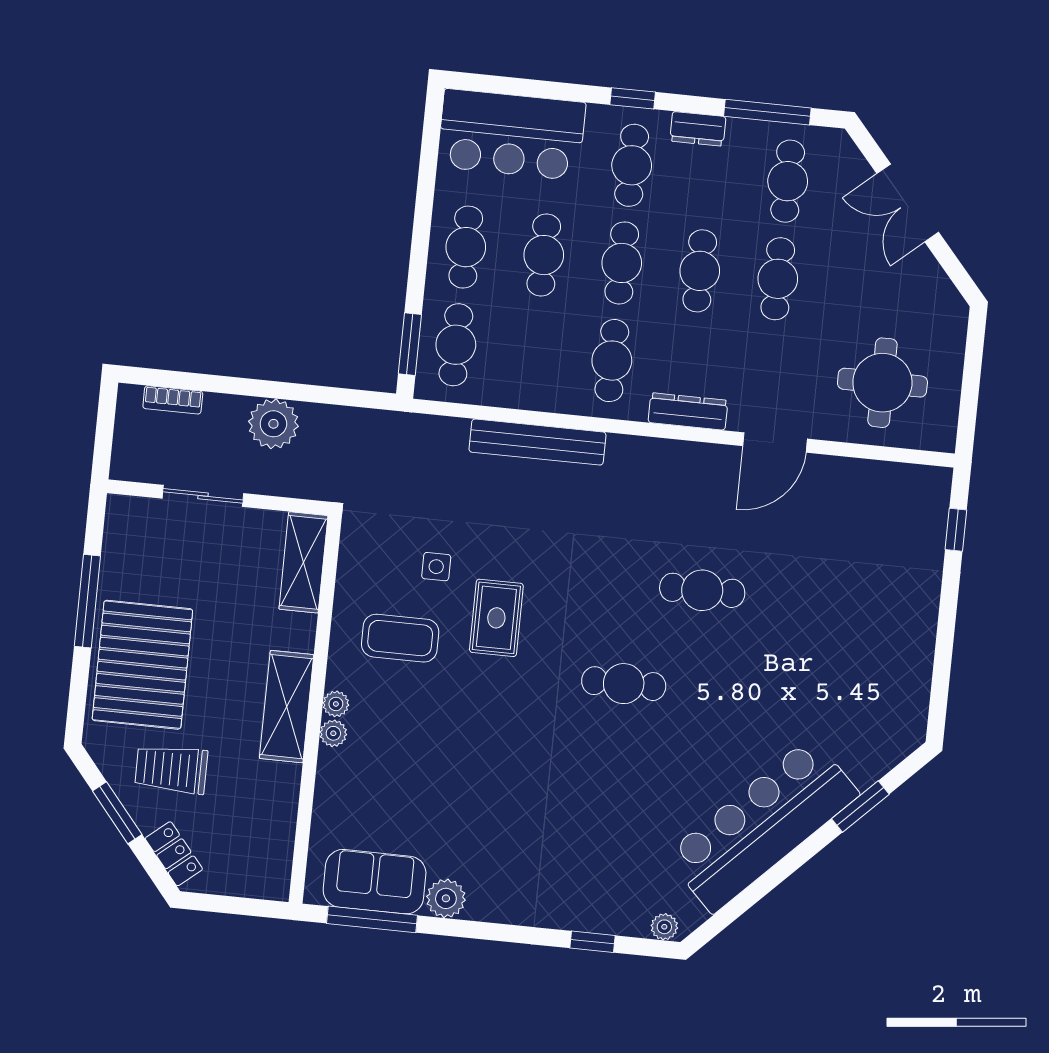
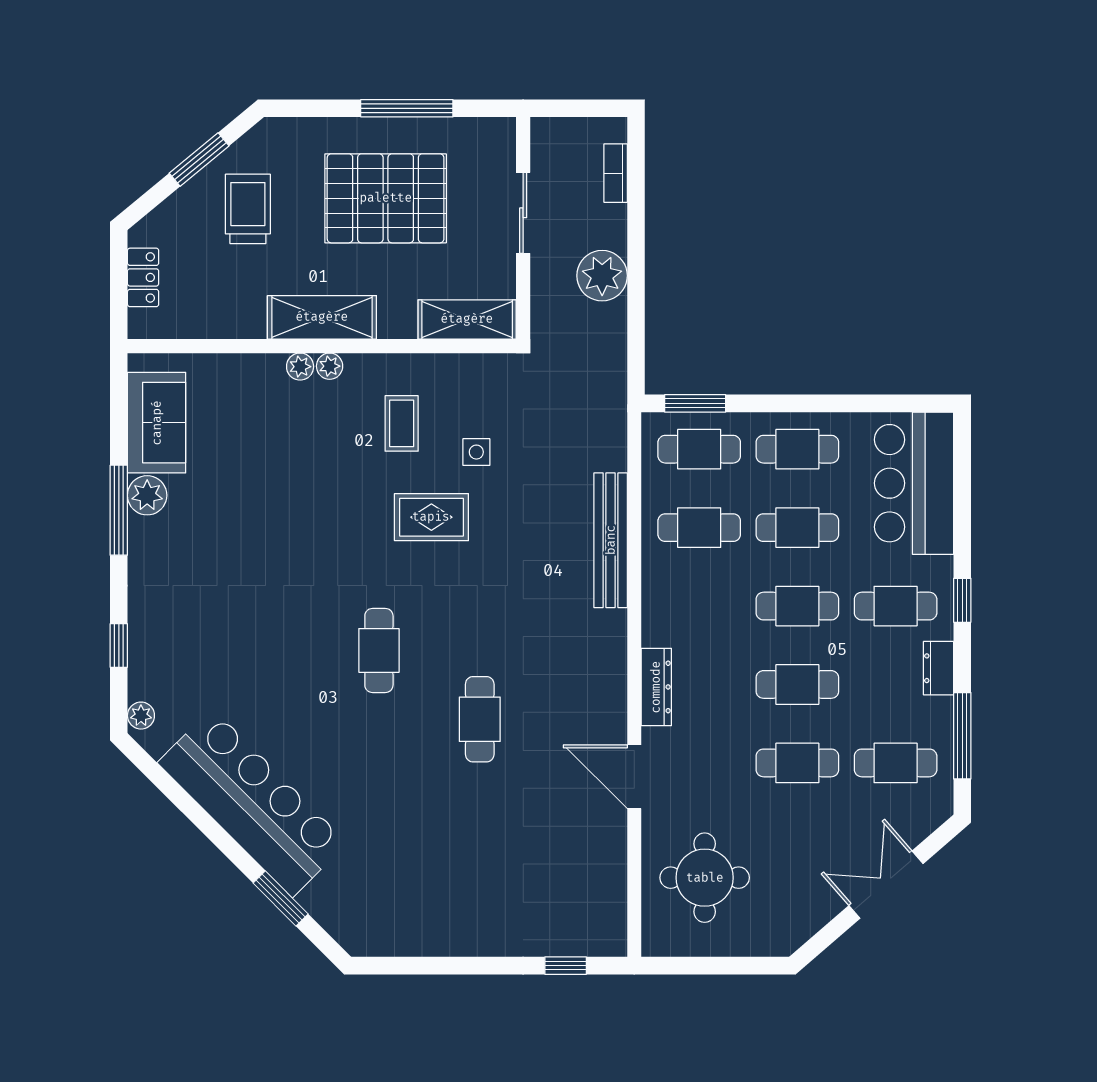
cafe table: (612, 361) -> (699, 528), moved
coffee table: (400, 638) -> (402, 423), width x0.73, depth x0.77
pallet: (142, 665) -> (386, 198), moved
locker: (174, 854) -> (143, 277), moved, turned -50
window: (372, 919) -> (119, 510), moved

